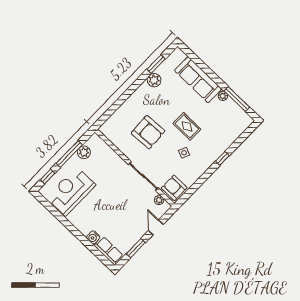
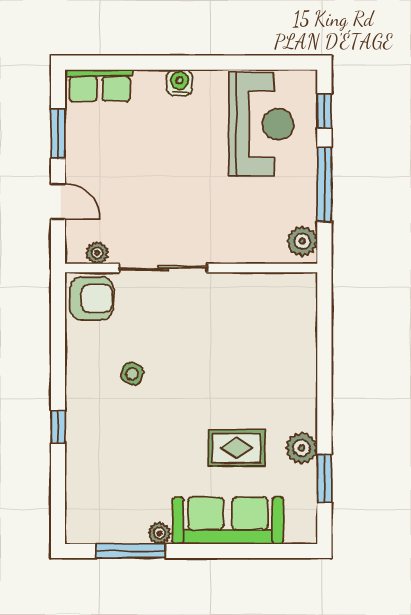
rug: (187, 126) -> (237, 448), moved
armchair: (148, 132) -> (227, 350), removed
plant: (84, 152) -> (302, 241), moved
water cooler: (93, 237) -> (179, 82), moved

